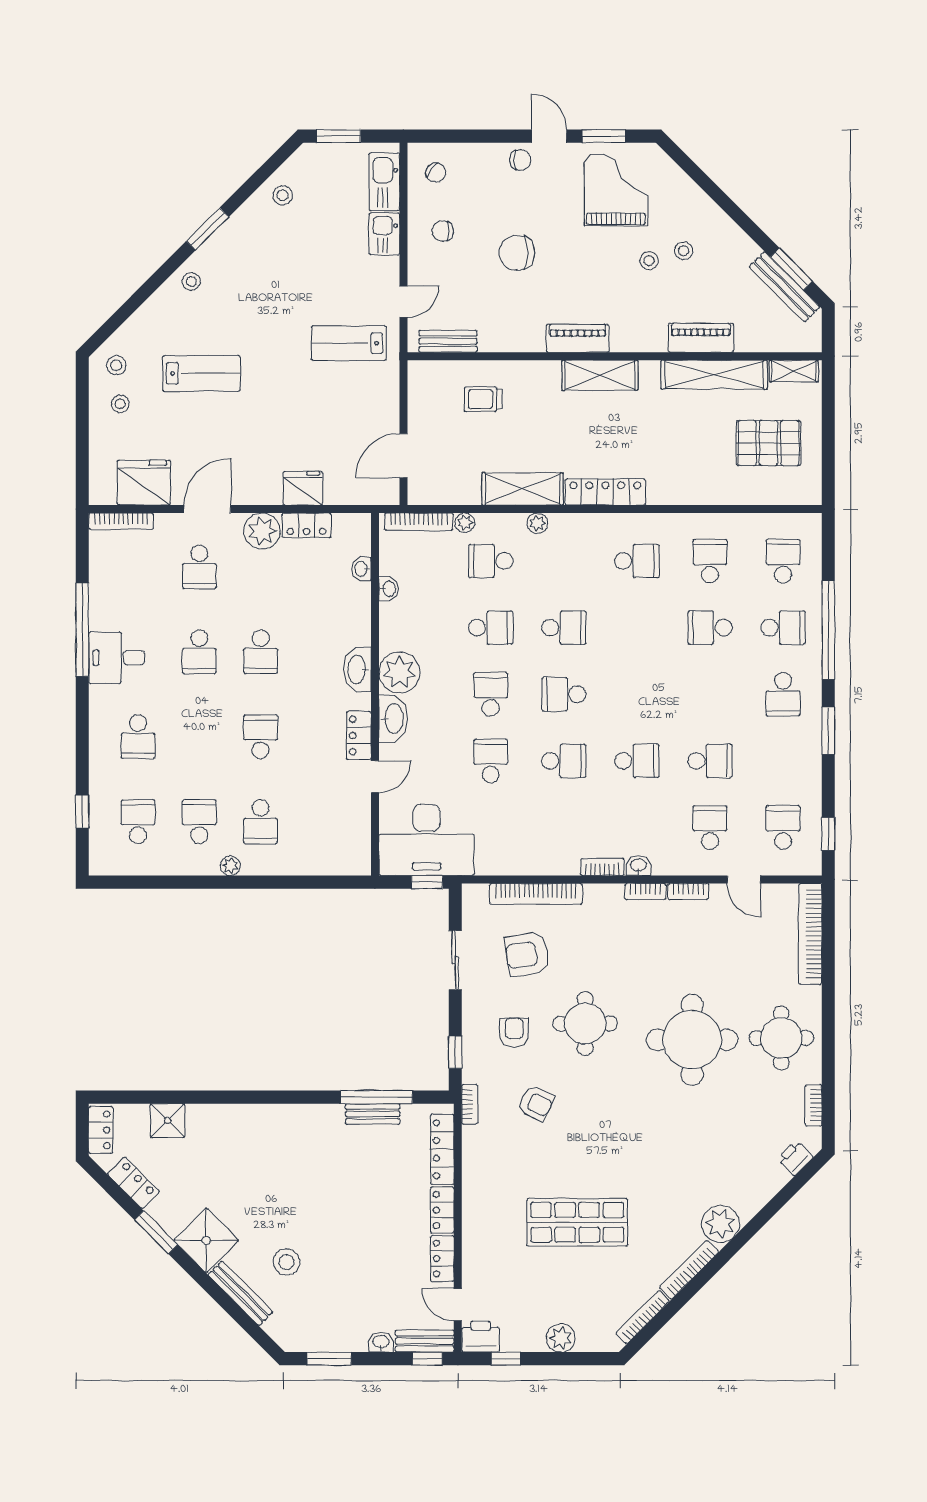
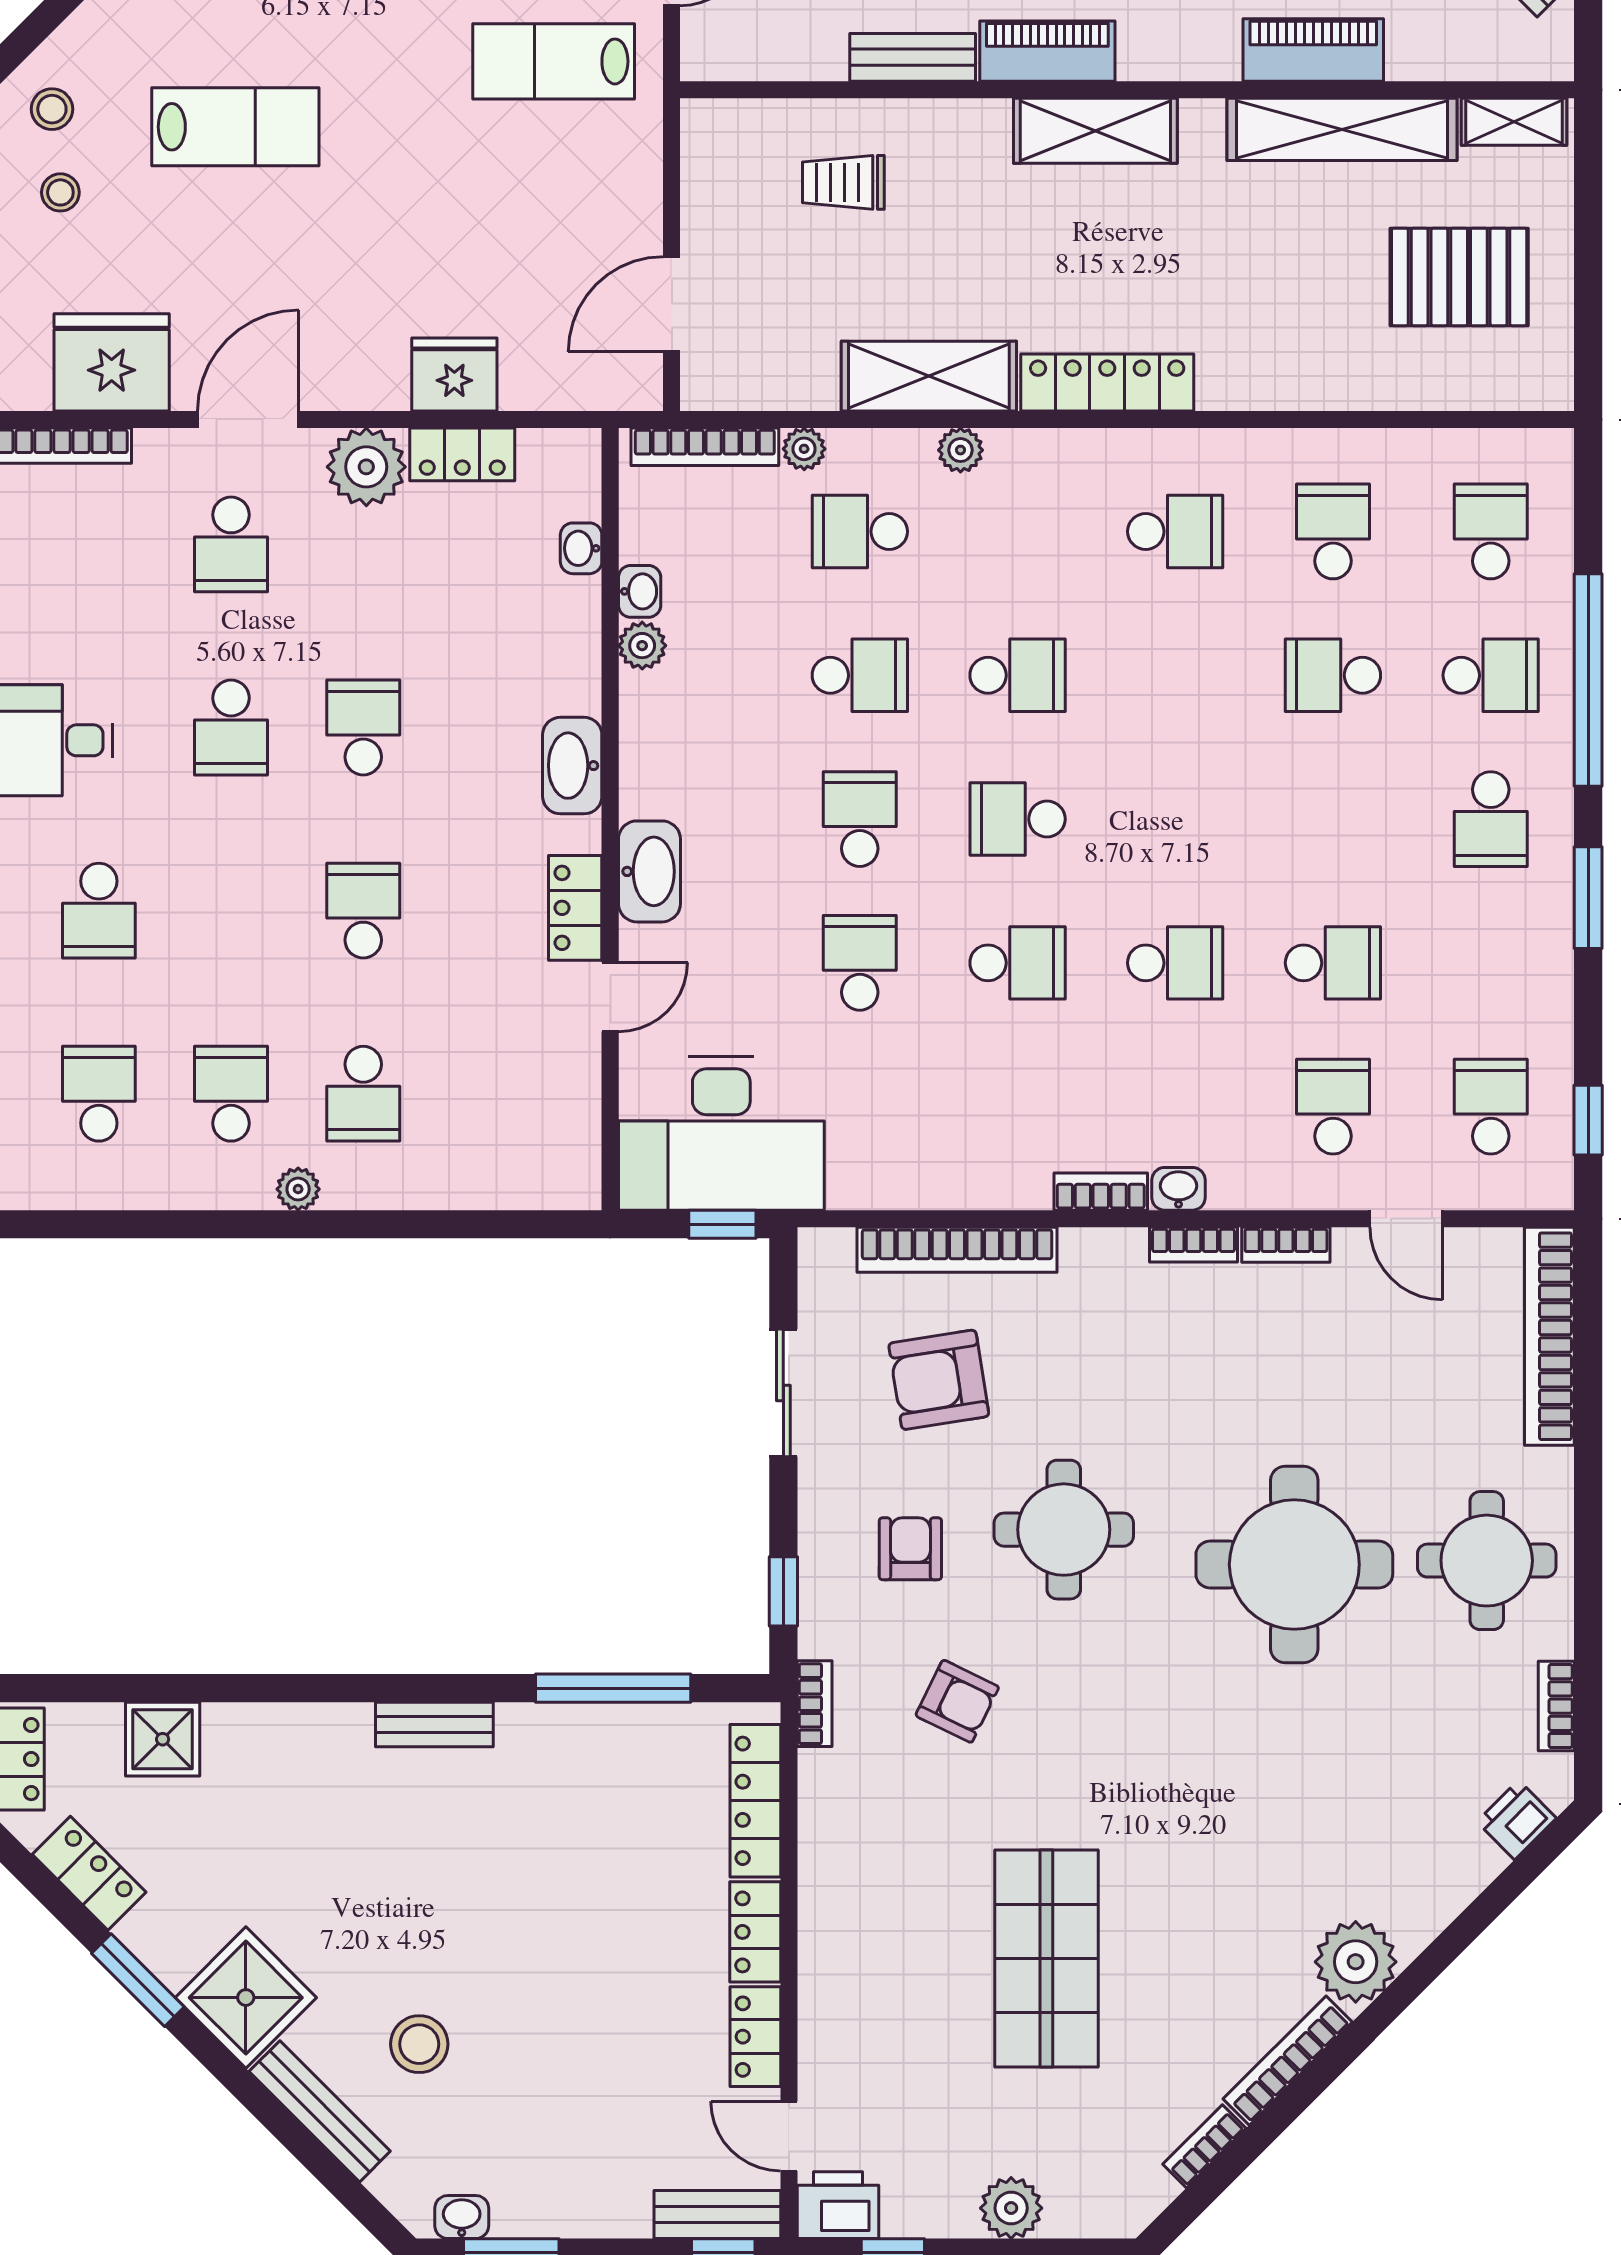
bench: (448, 341) -> (913, 57), moved
school desk: (261, 652) -> (363, 727), turned 180
plant: (399, 672) -> (642, 646), moved, width x0.53, depth x0.53
bench: (373, 1114) -> (434, 1725), moved
shop shelf: (577, 1222) -> (1046, 1958), turned 90
bookcase: (643, 1317) -> (1204, 2146), width x0.64
washbasin: (381, 1342) -> (462, 2217), moved

